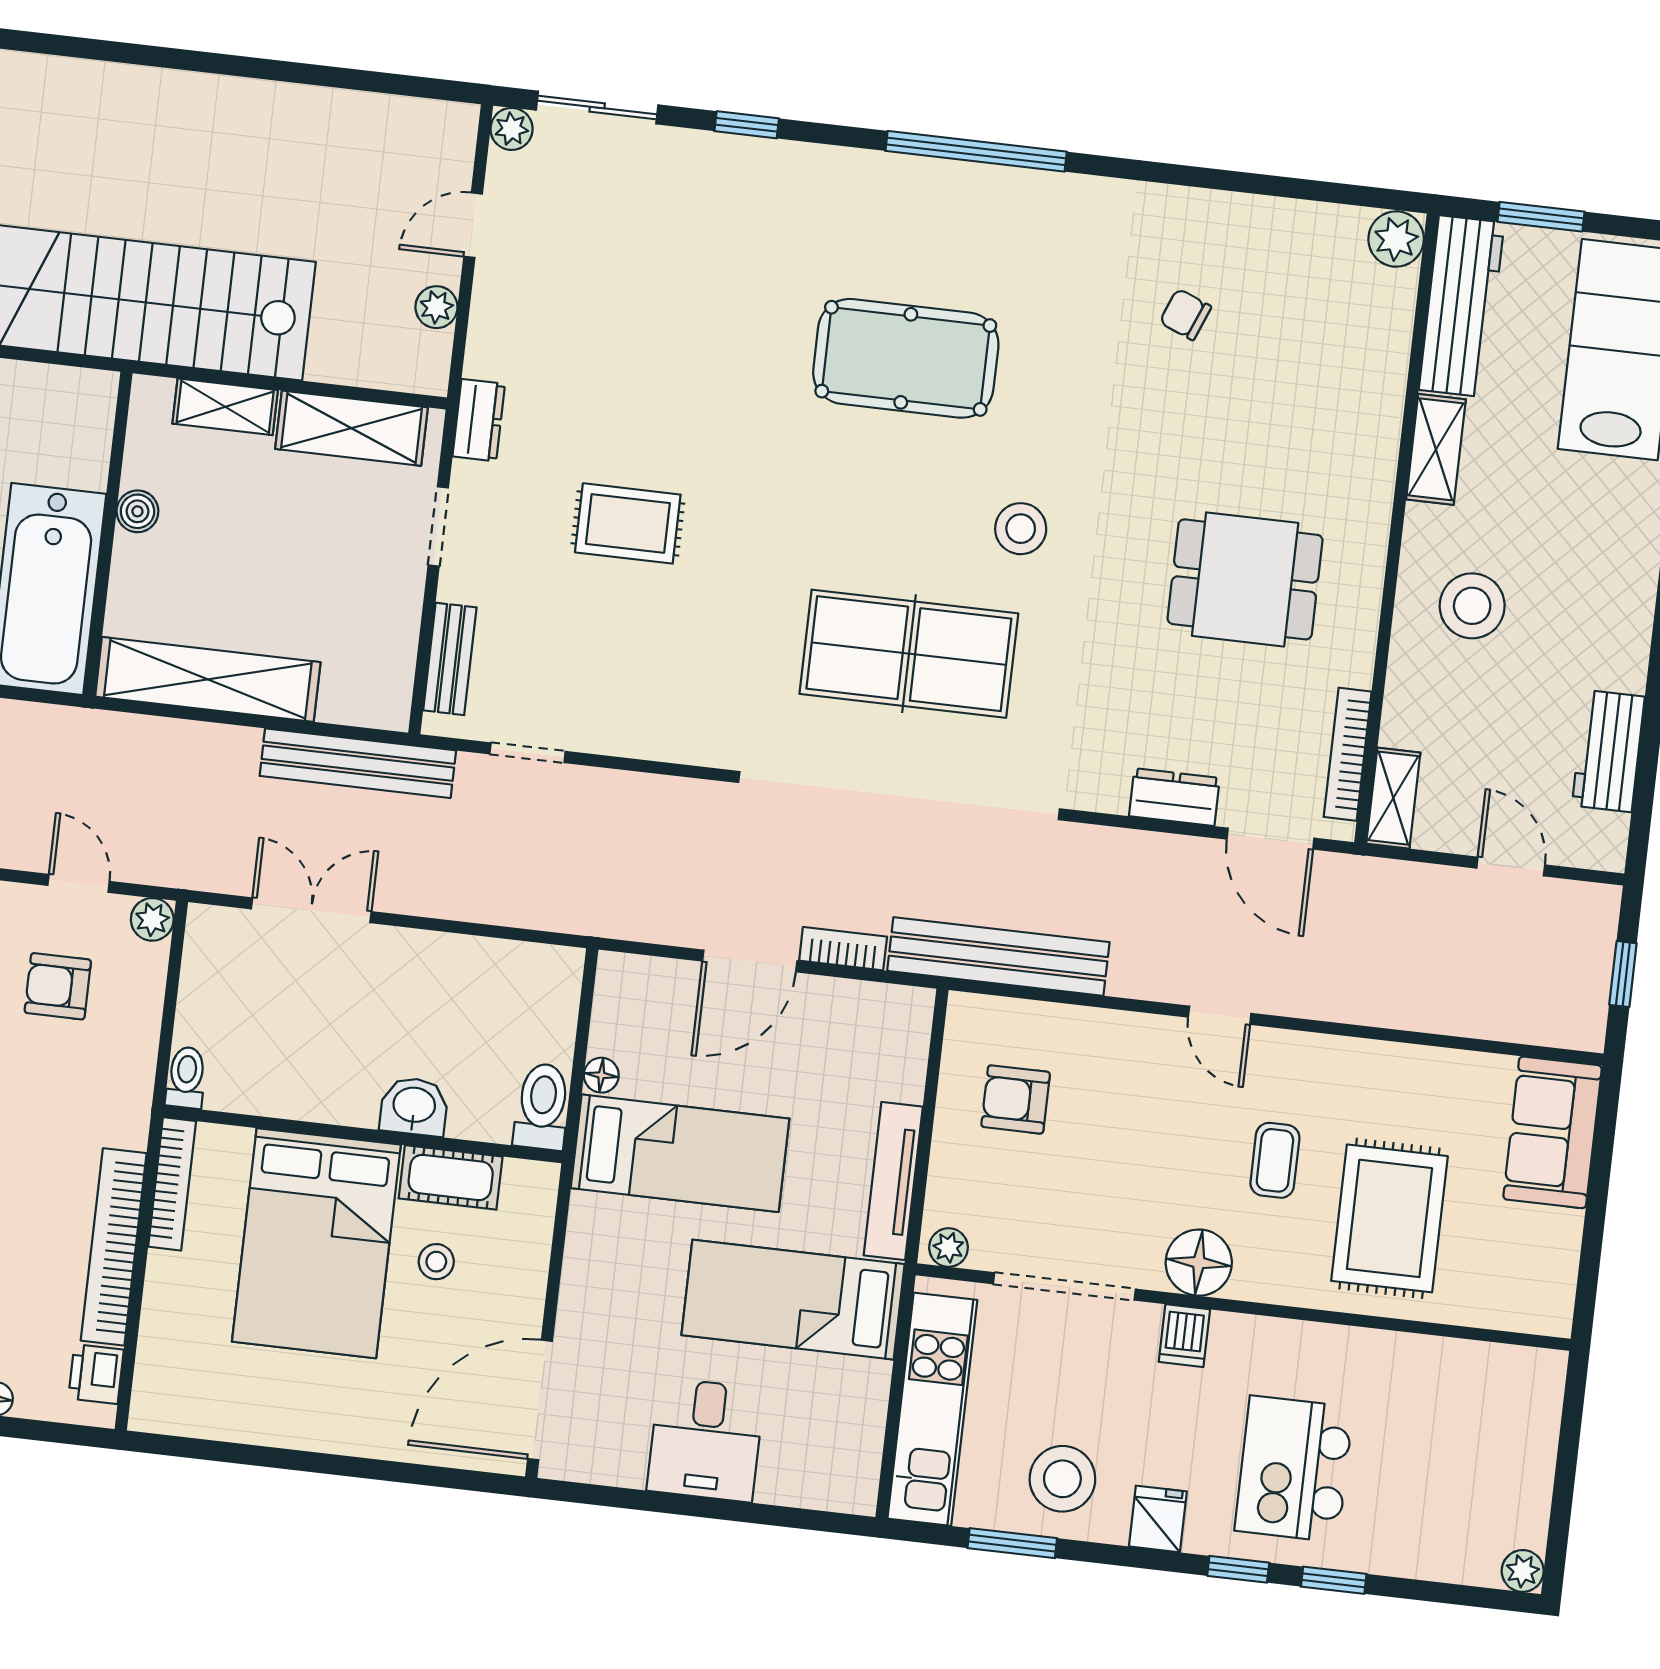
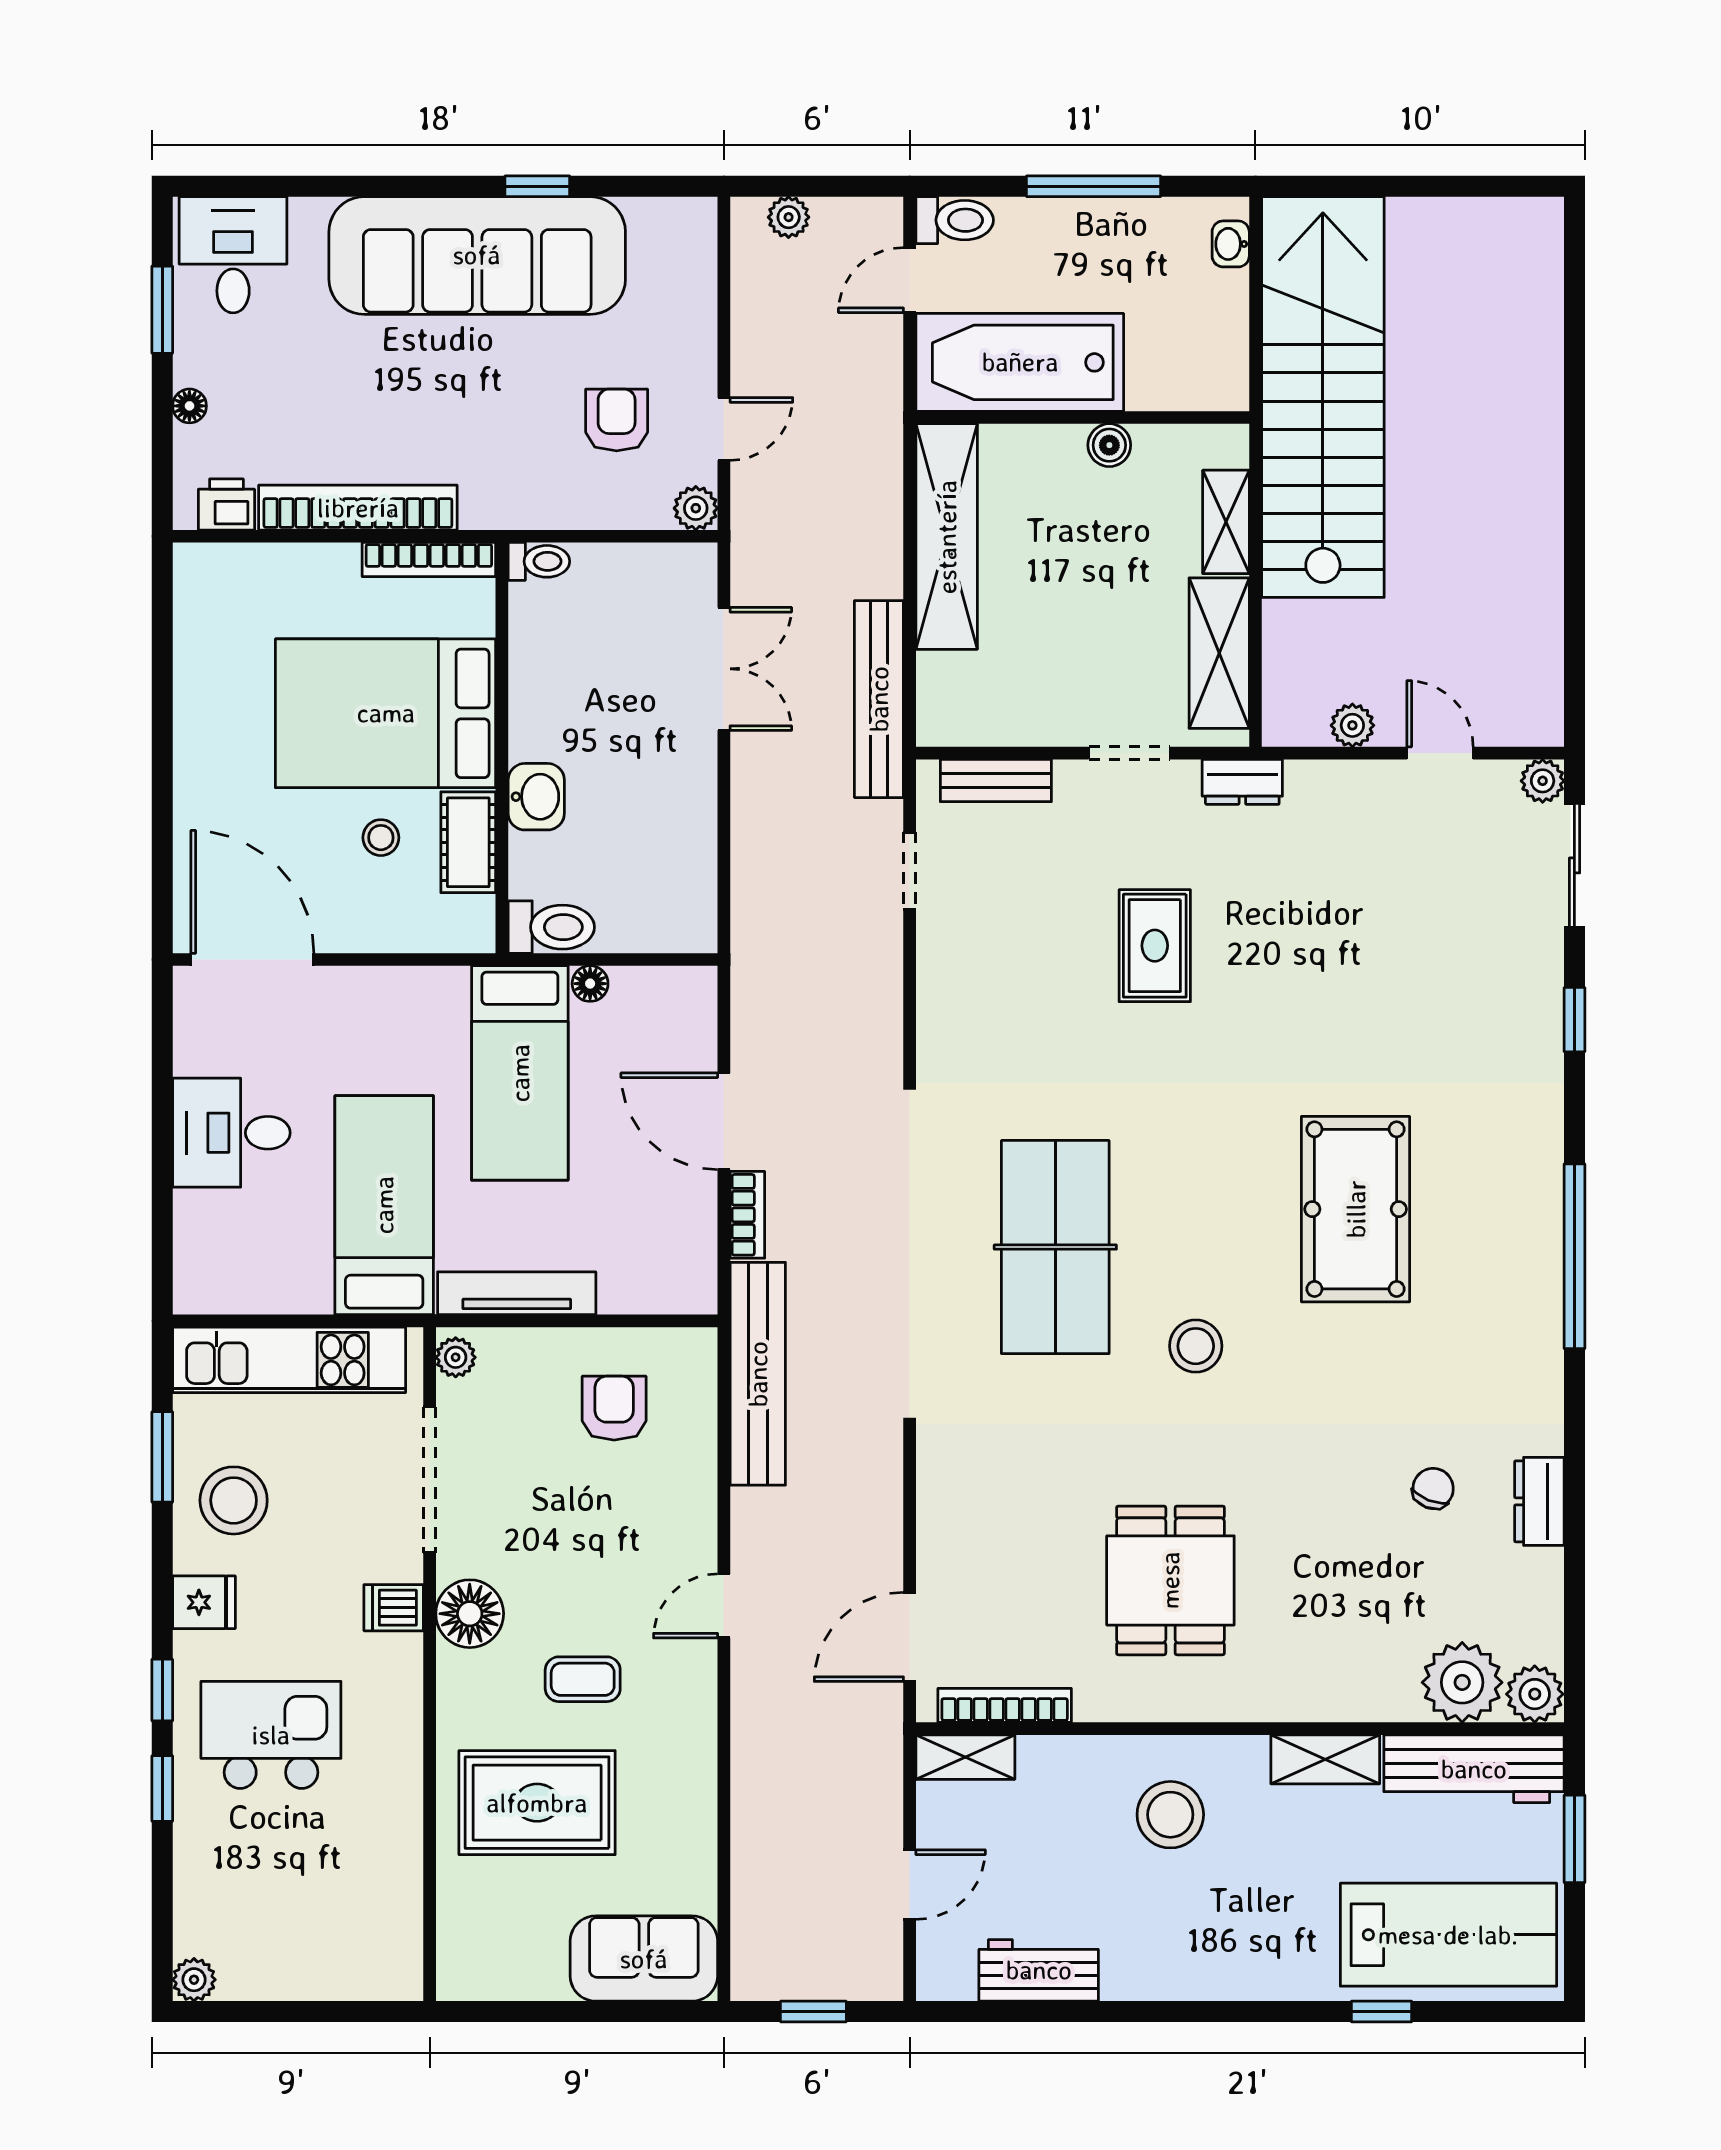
plant: (1377, 308) -> (1462, 1682), added
dresser: (1174, 797) -> (1539, 1501), moved, turned 180

